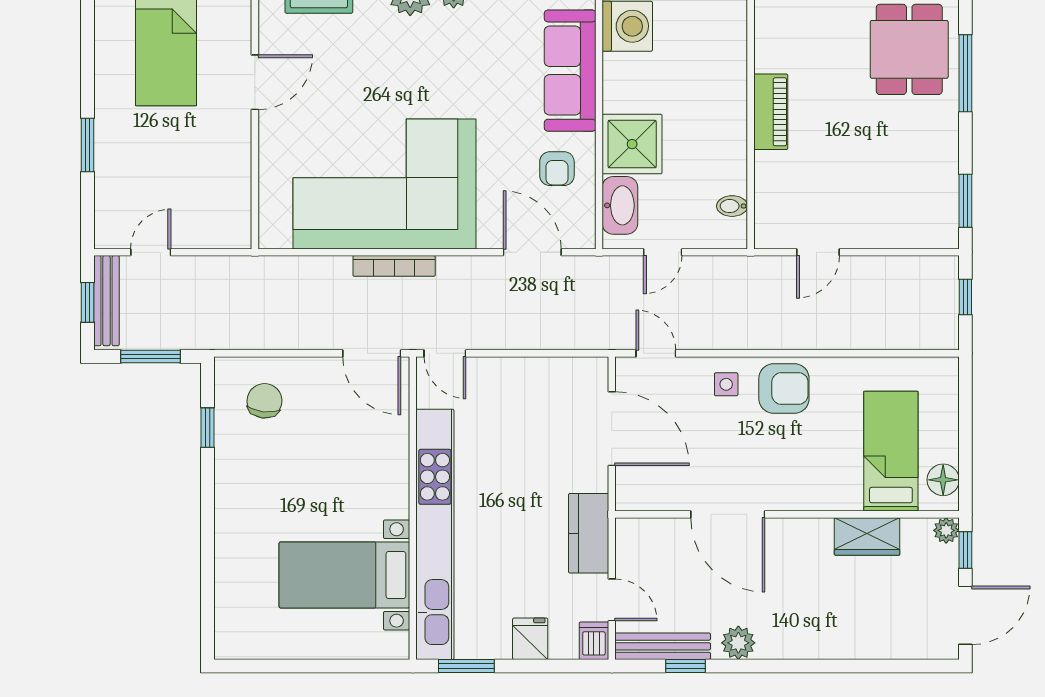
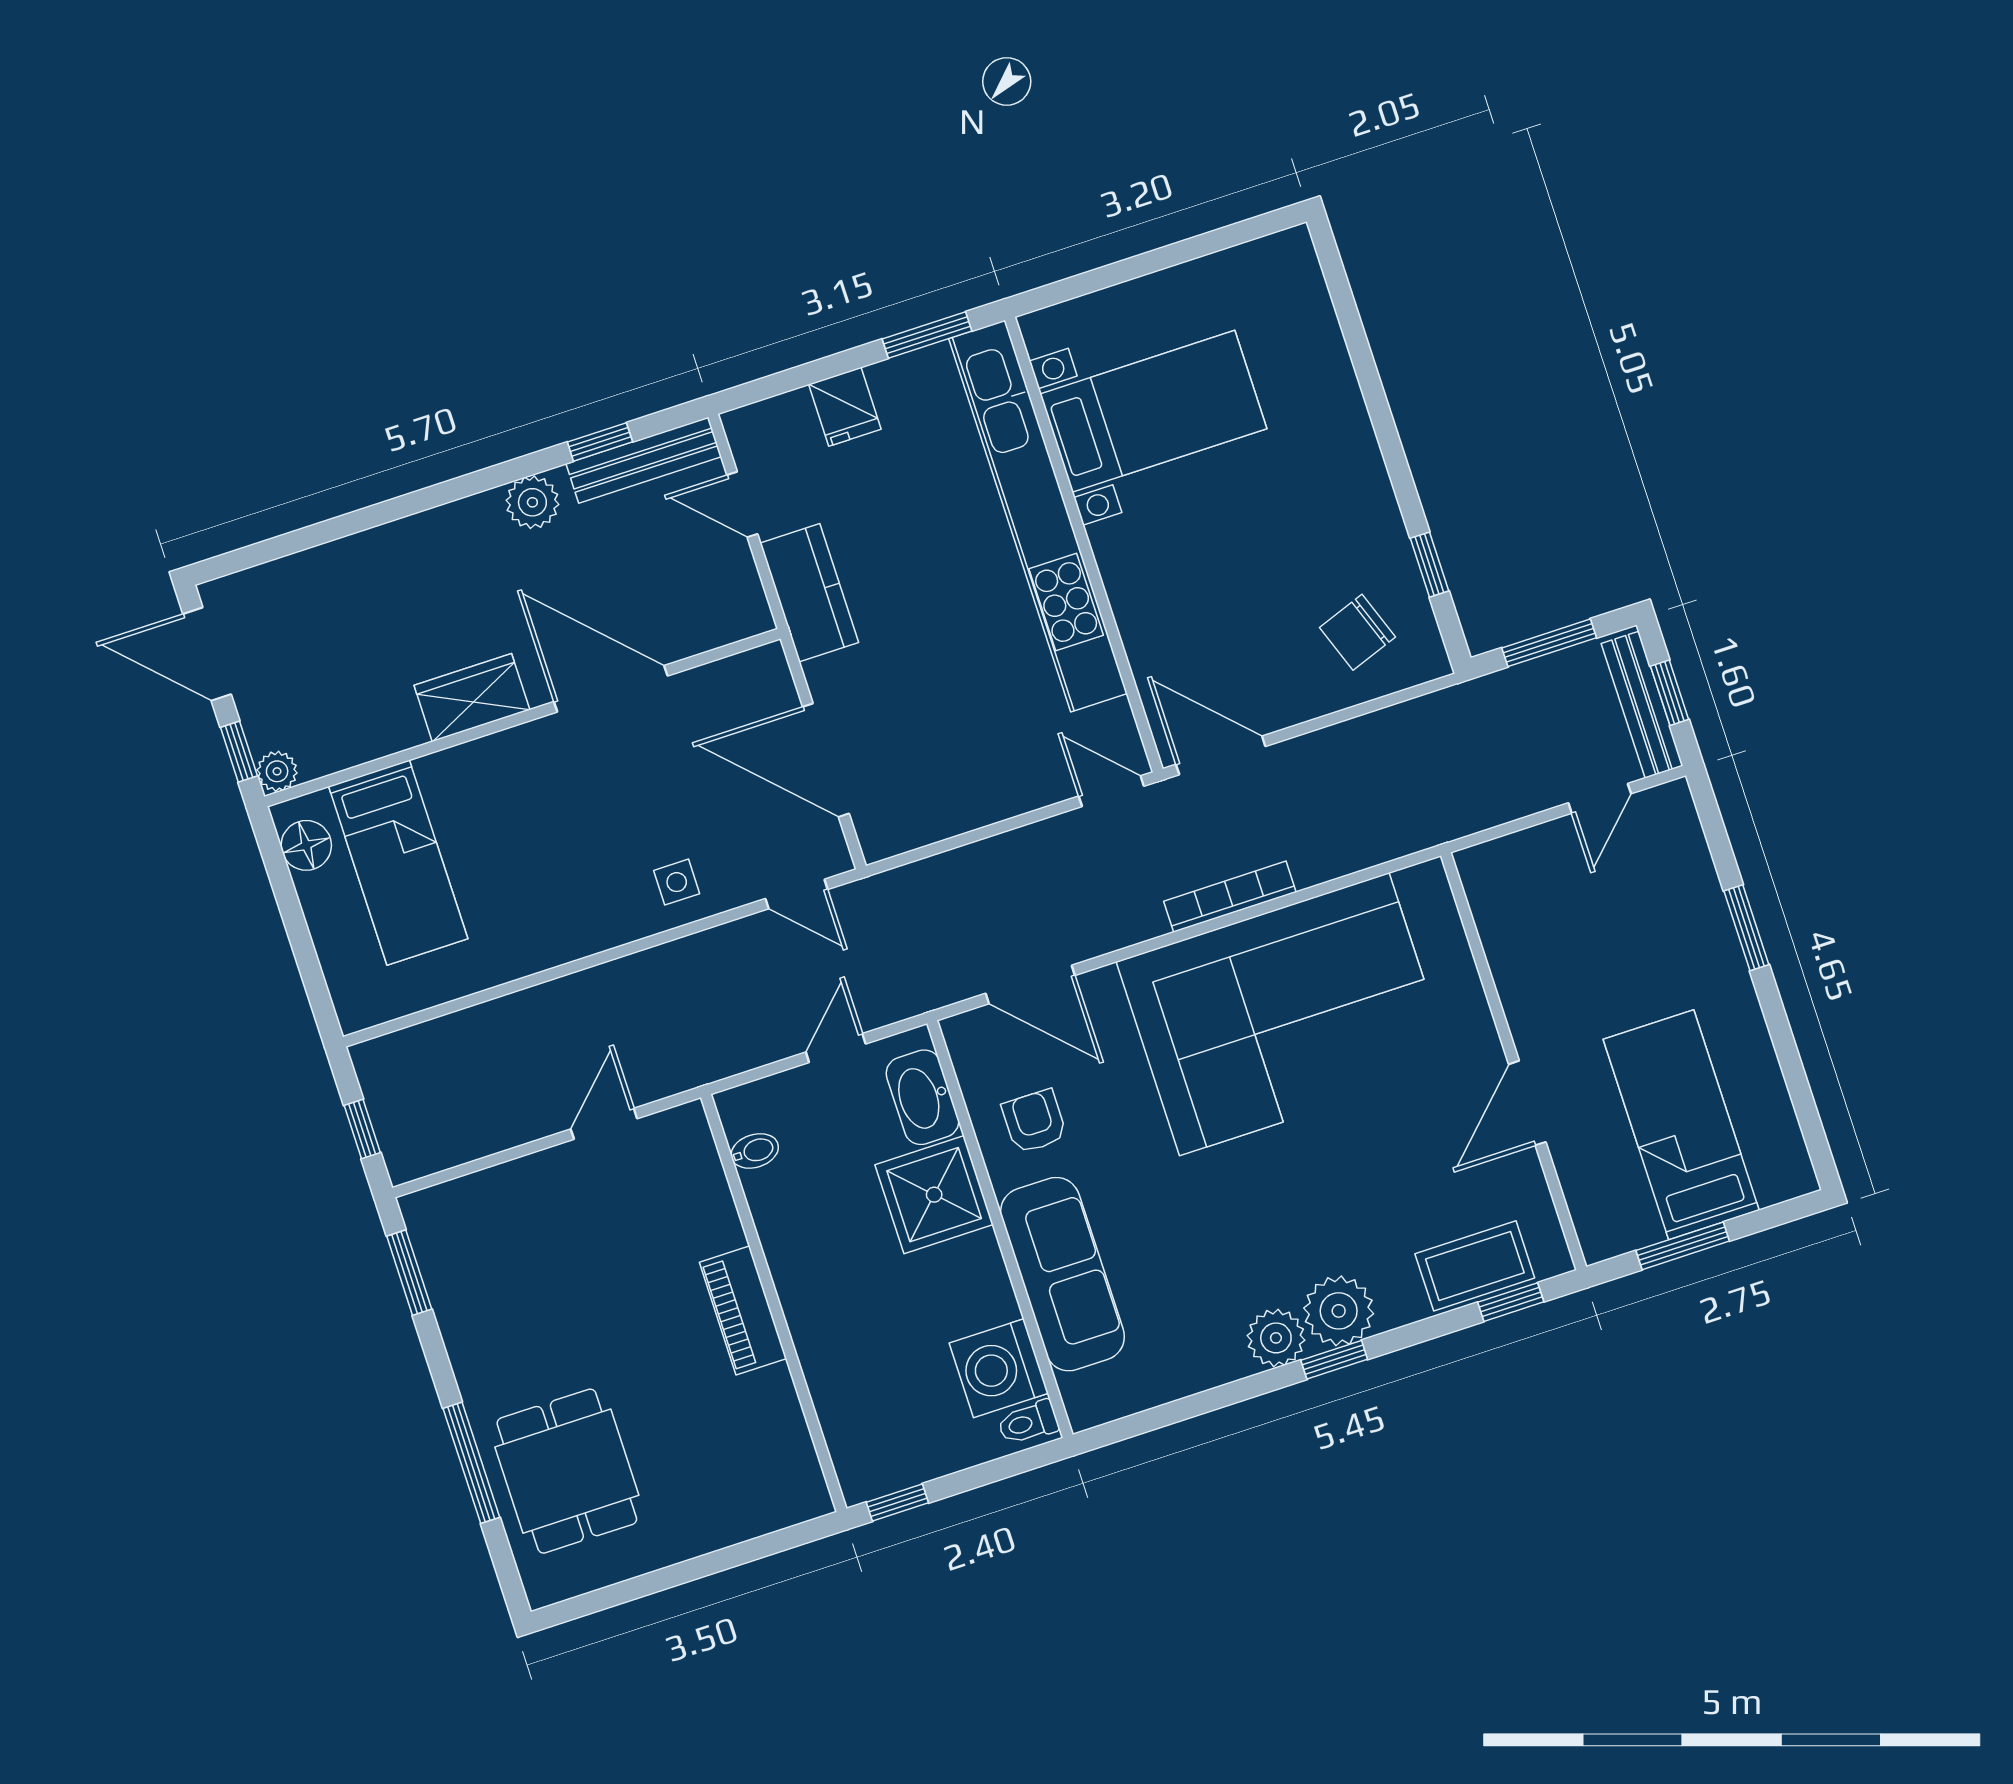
armchair: (784, 388) -> (588, 904), removed
chair: (264, 401) -> (1358, 632), turned 63
wardrobe: (867, 536) -> (472, 698), moved
door: (965, 615) -> (207, 654), hinge flipped
dishwasher: (594, 641) -> (749, 435), removed

